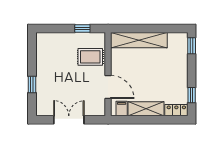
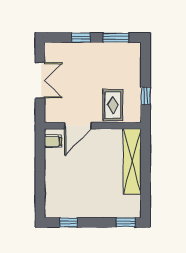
window: (32, 54) -> (116, 38), added
shelving: (146, 109) -> (53, 170), removed
locker: (176, 110) -> (51, 205), removed

